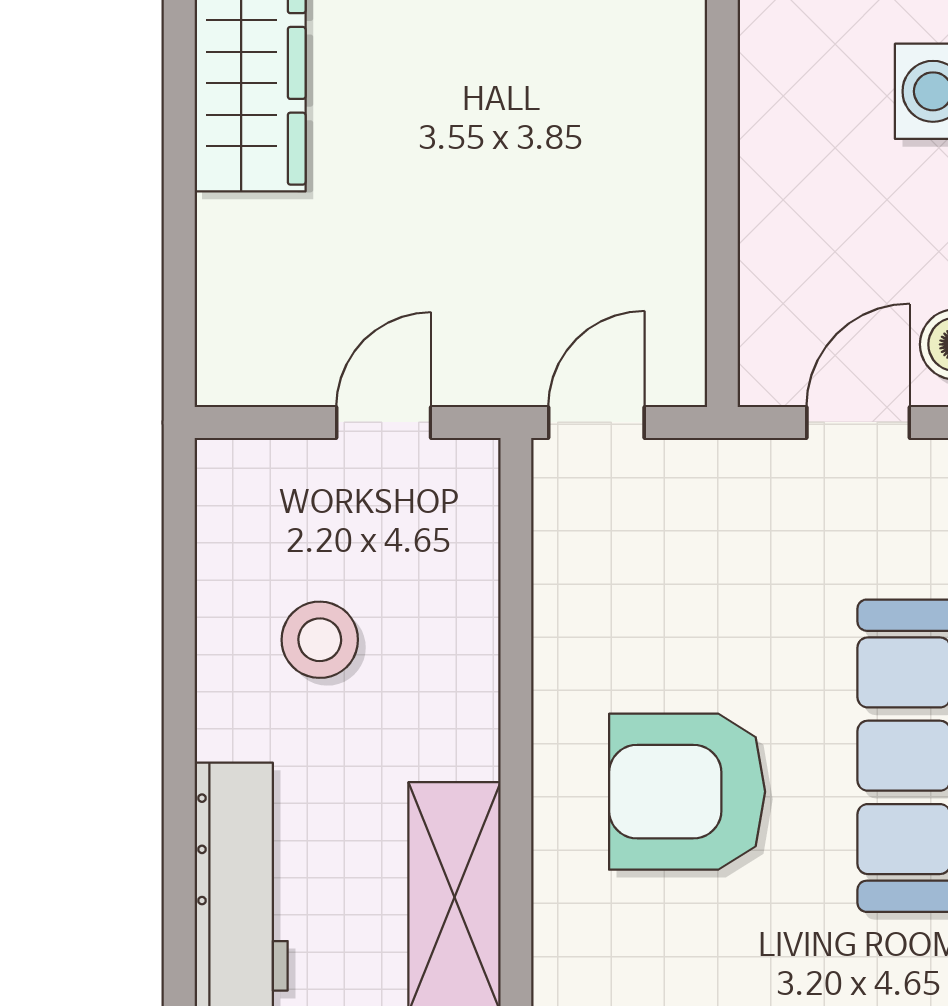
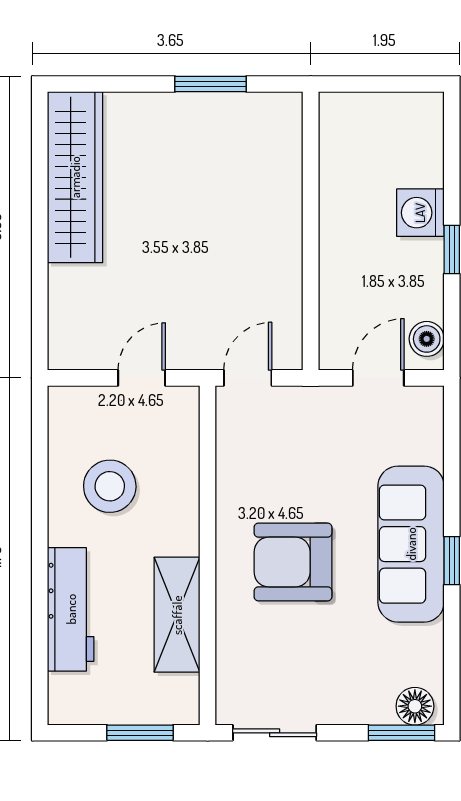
stool: (320, 640) -> (110, 486), width x1.38, depth x1.38

